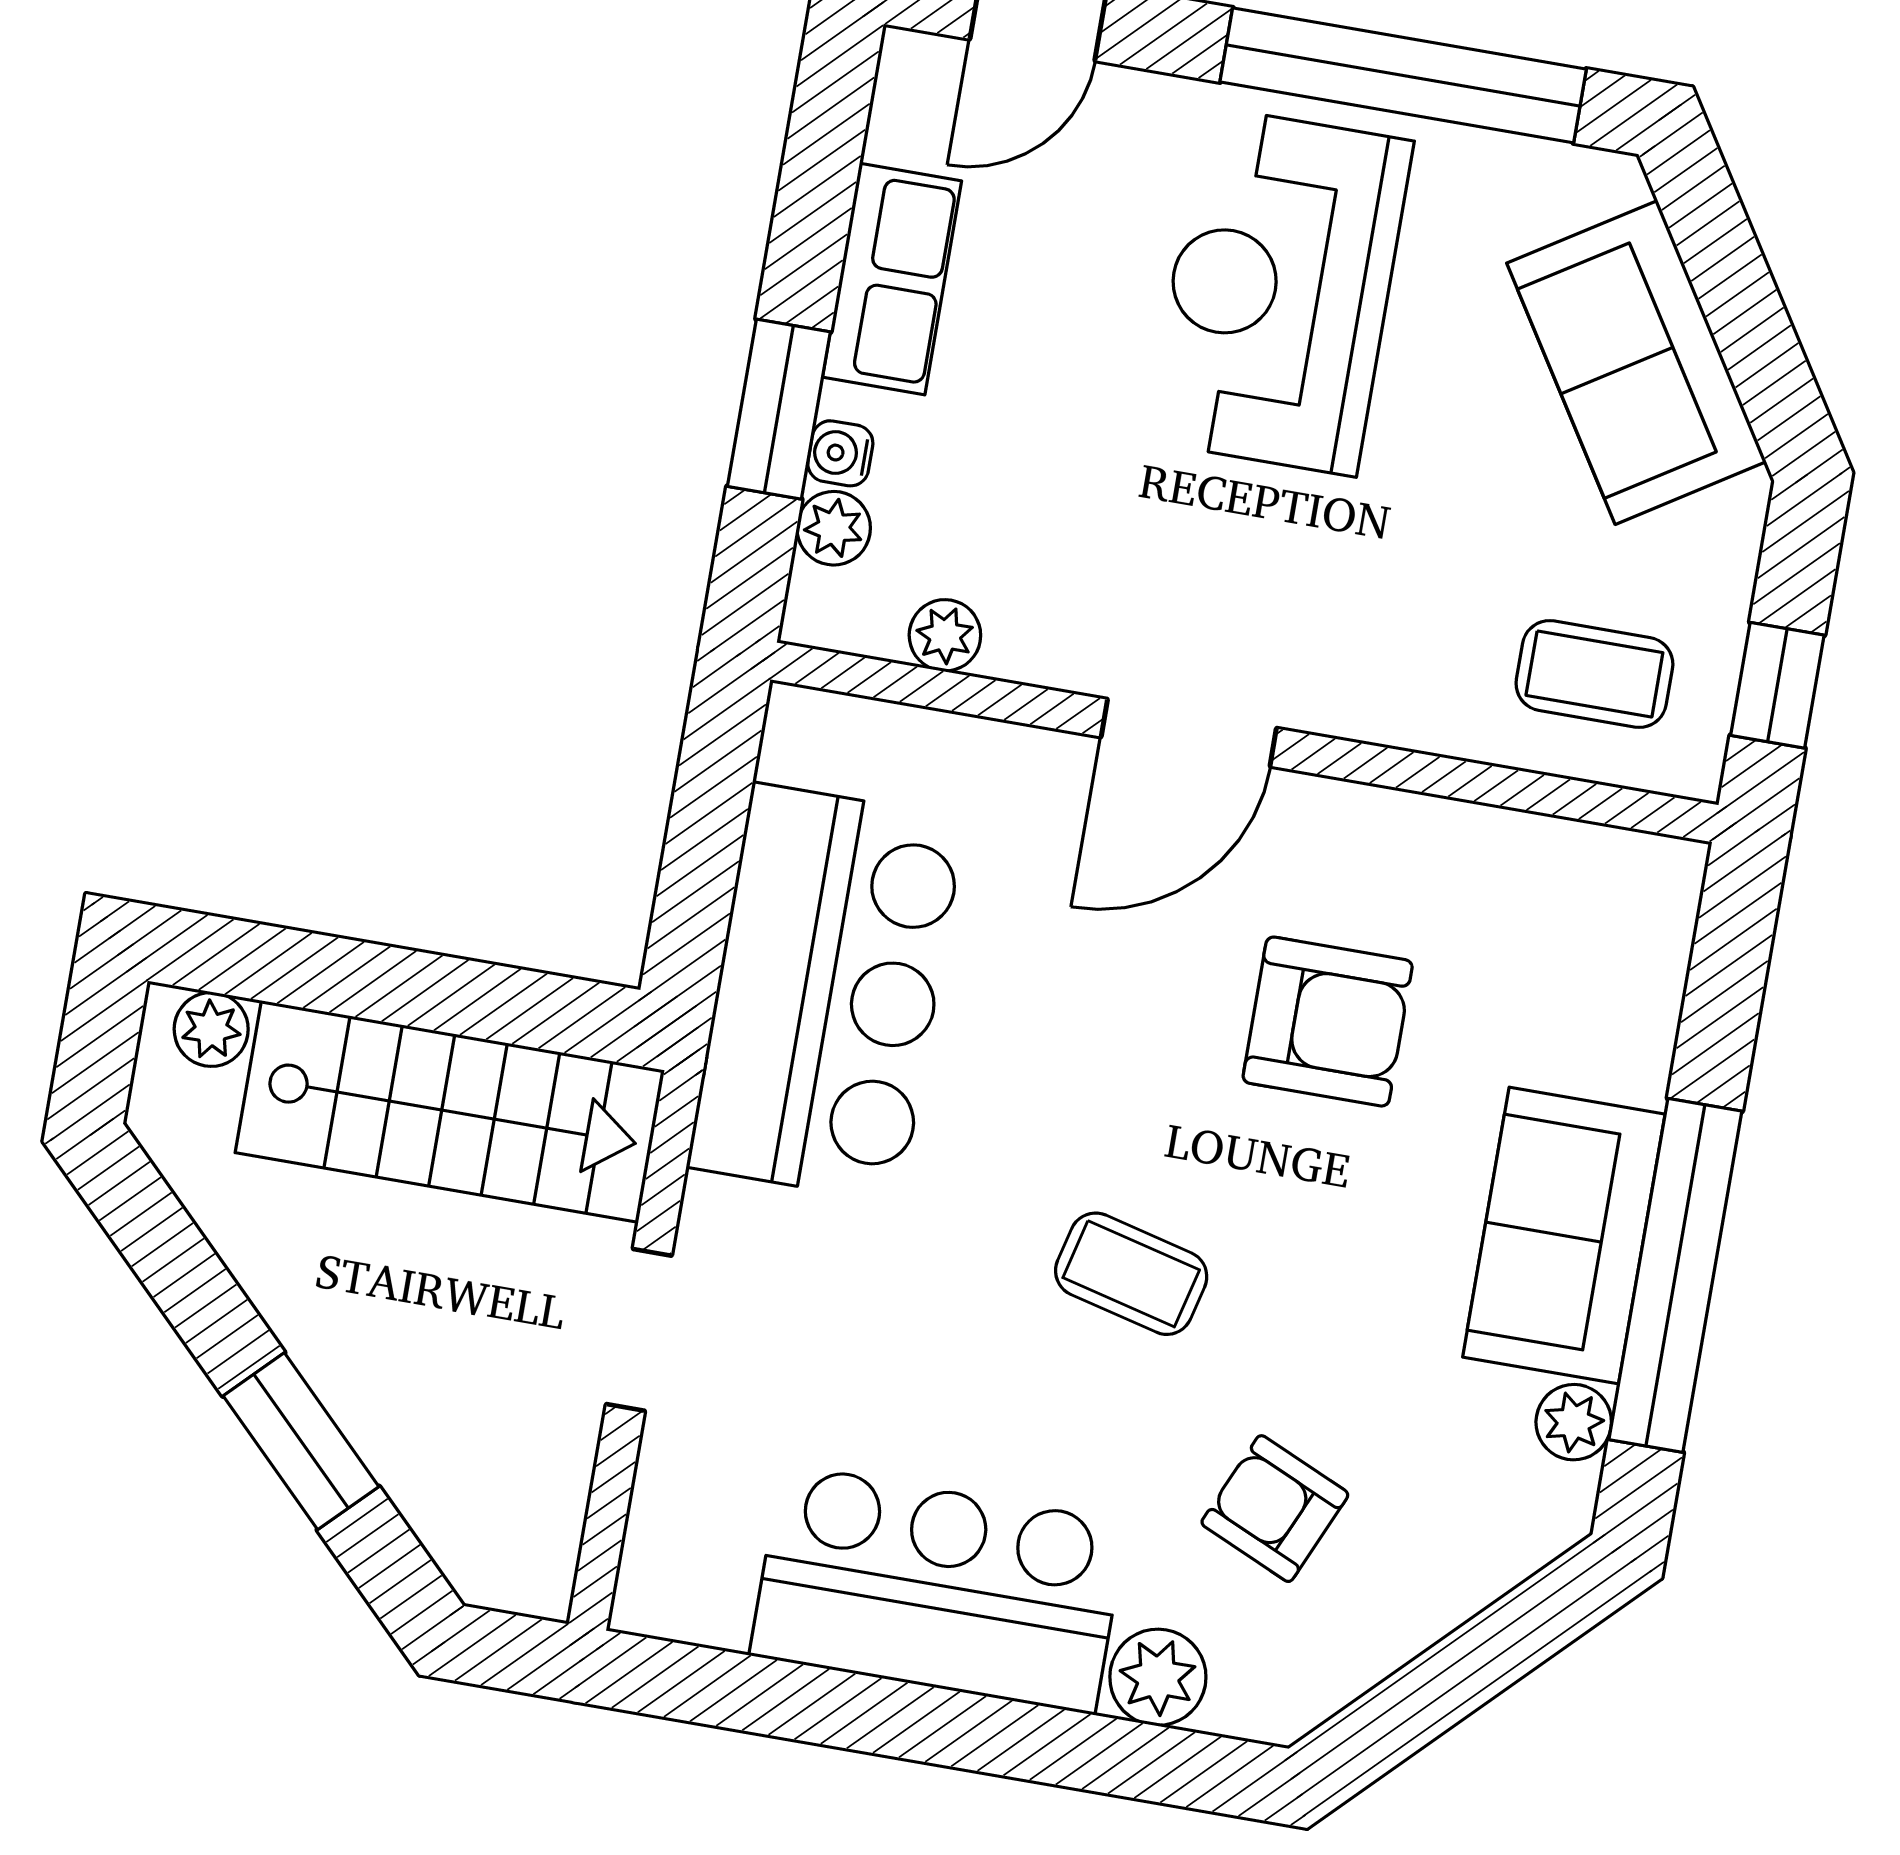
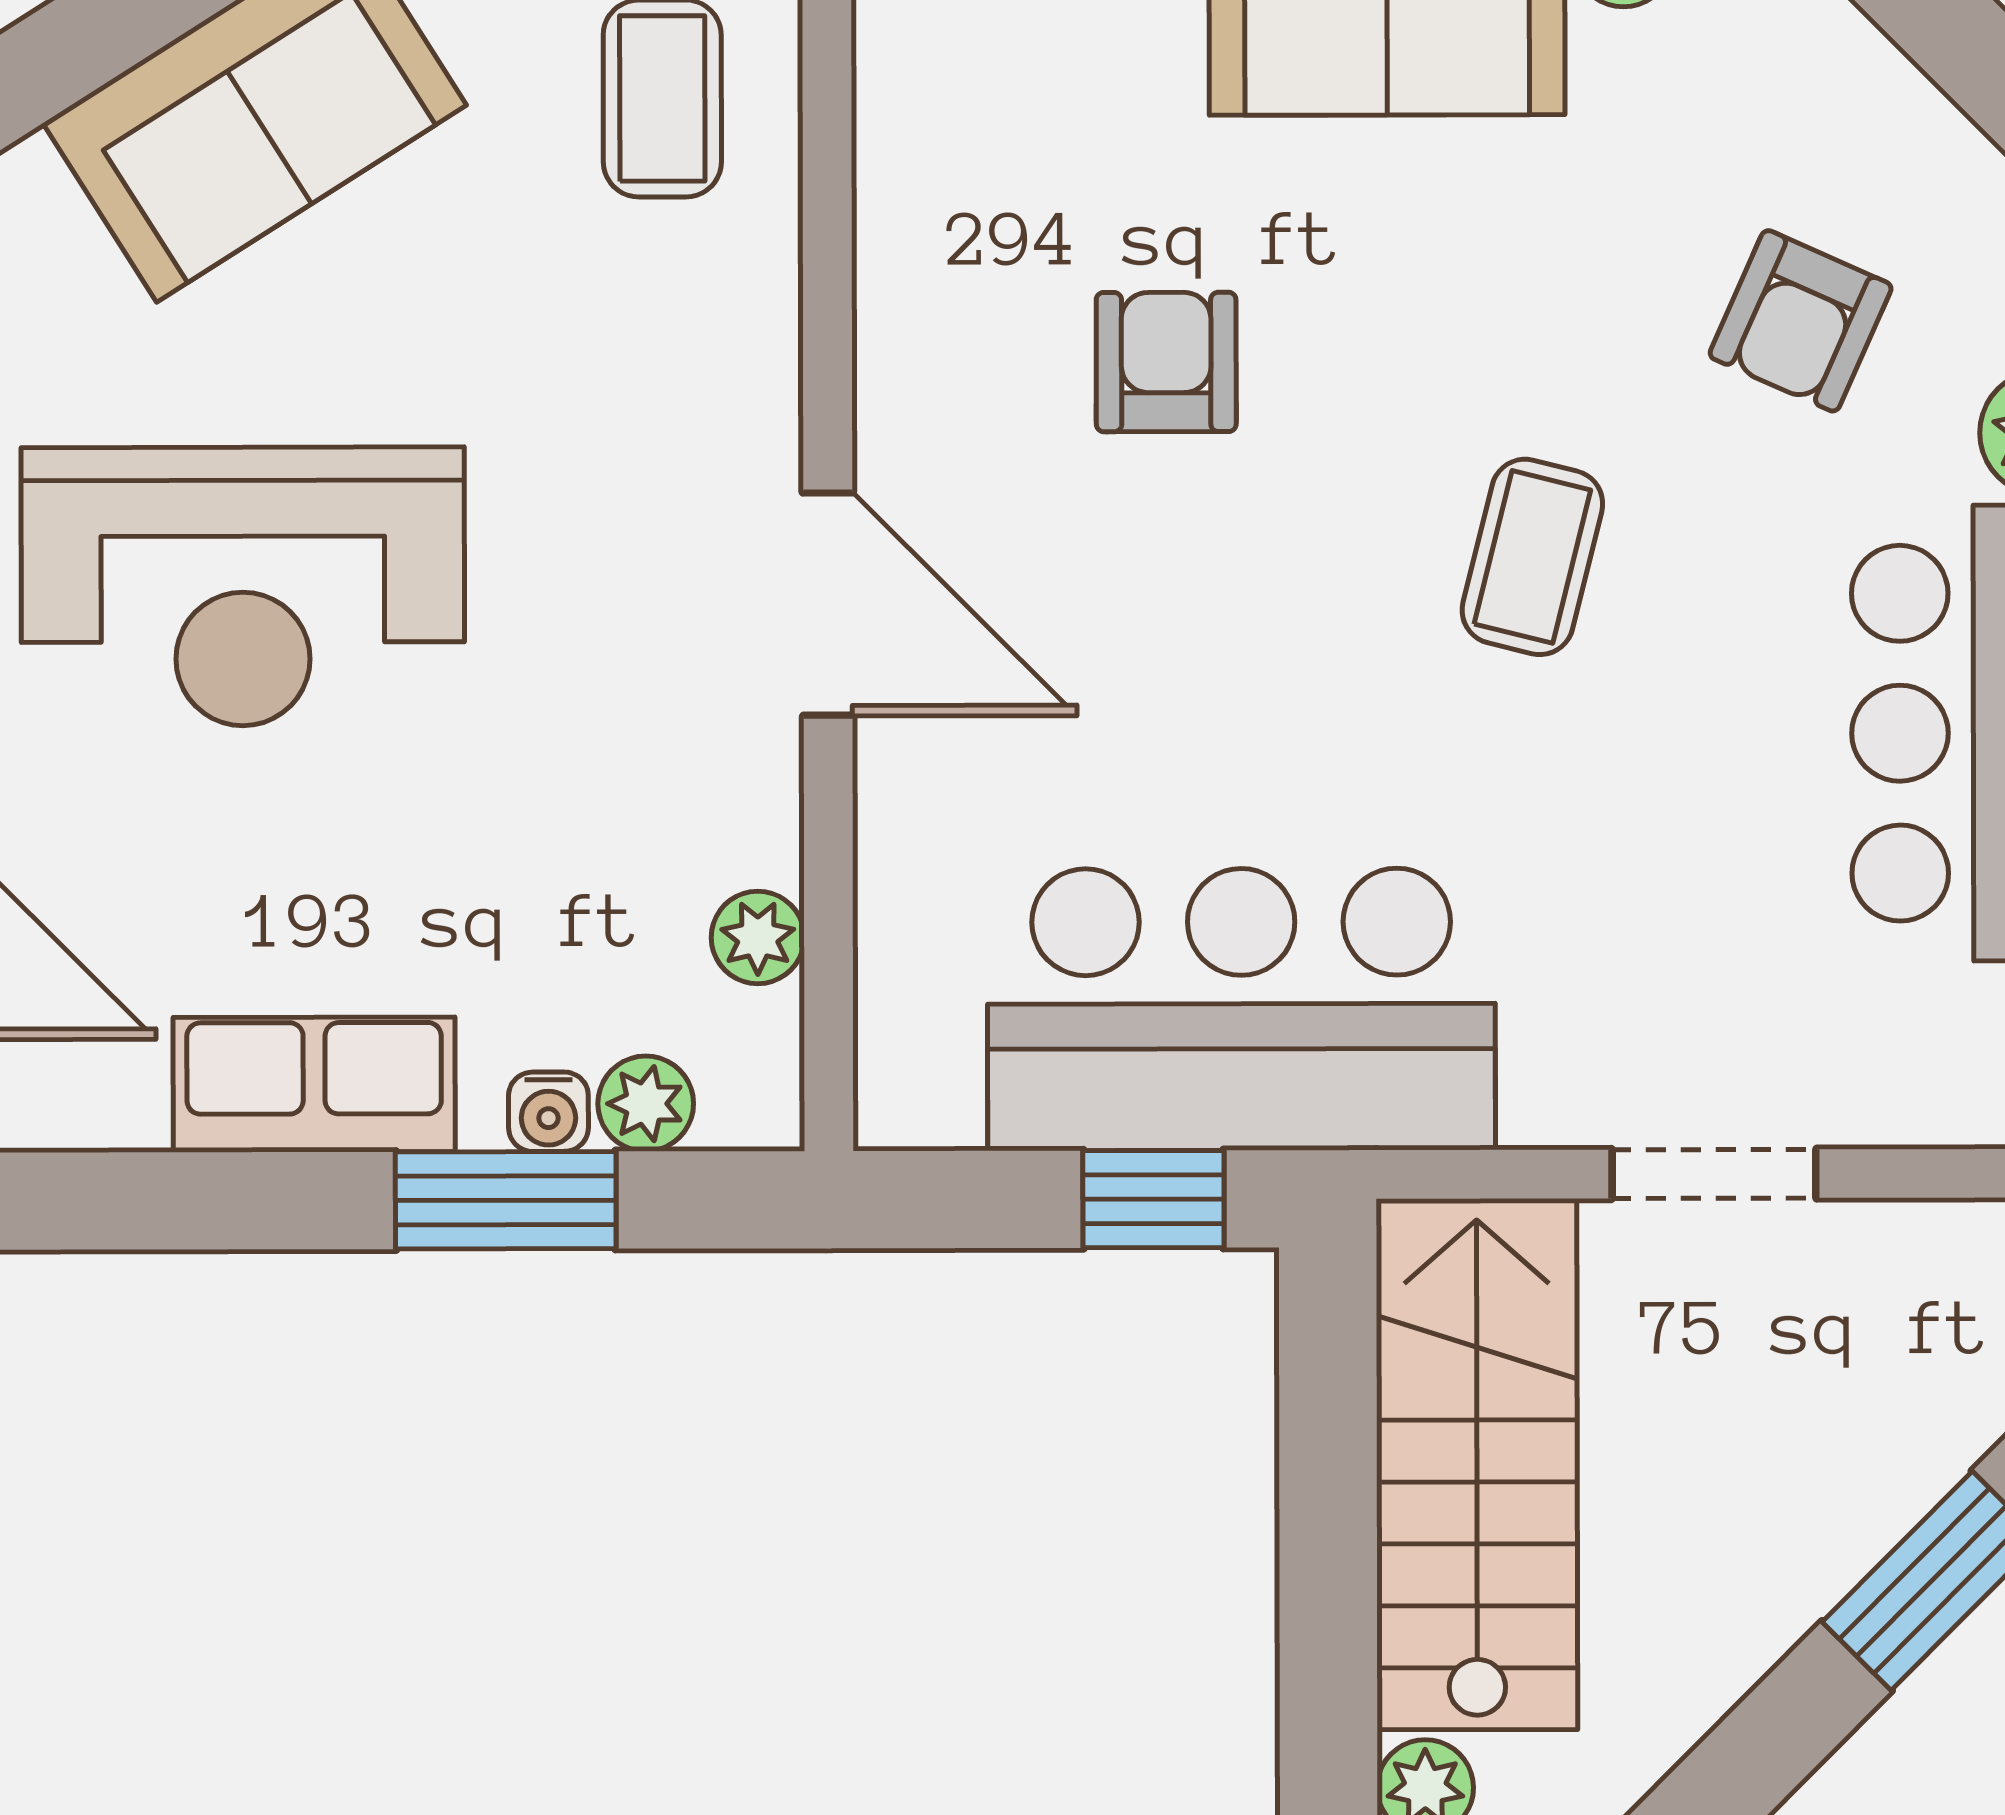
window: (694, 901) -> (1153, 1199), added
armchair: (1328, 1022) -> (1166, 362), width x0.72, depth x0.72

